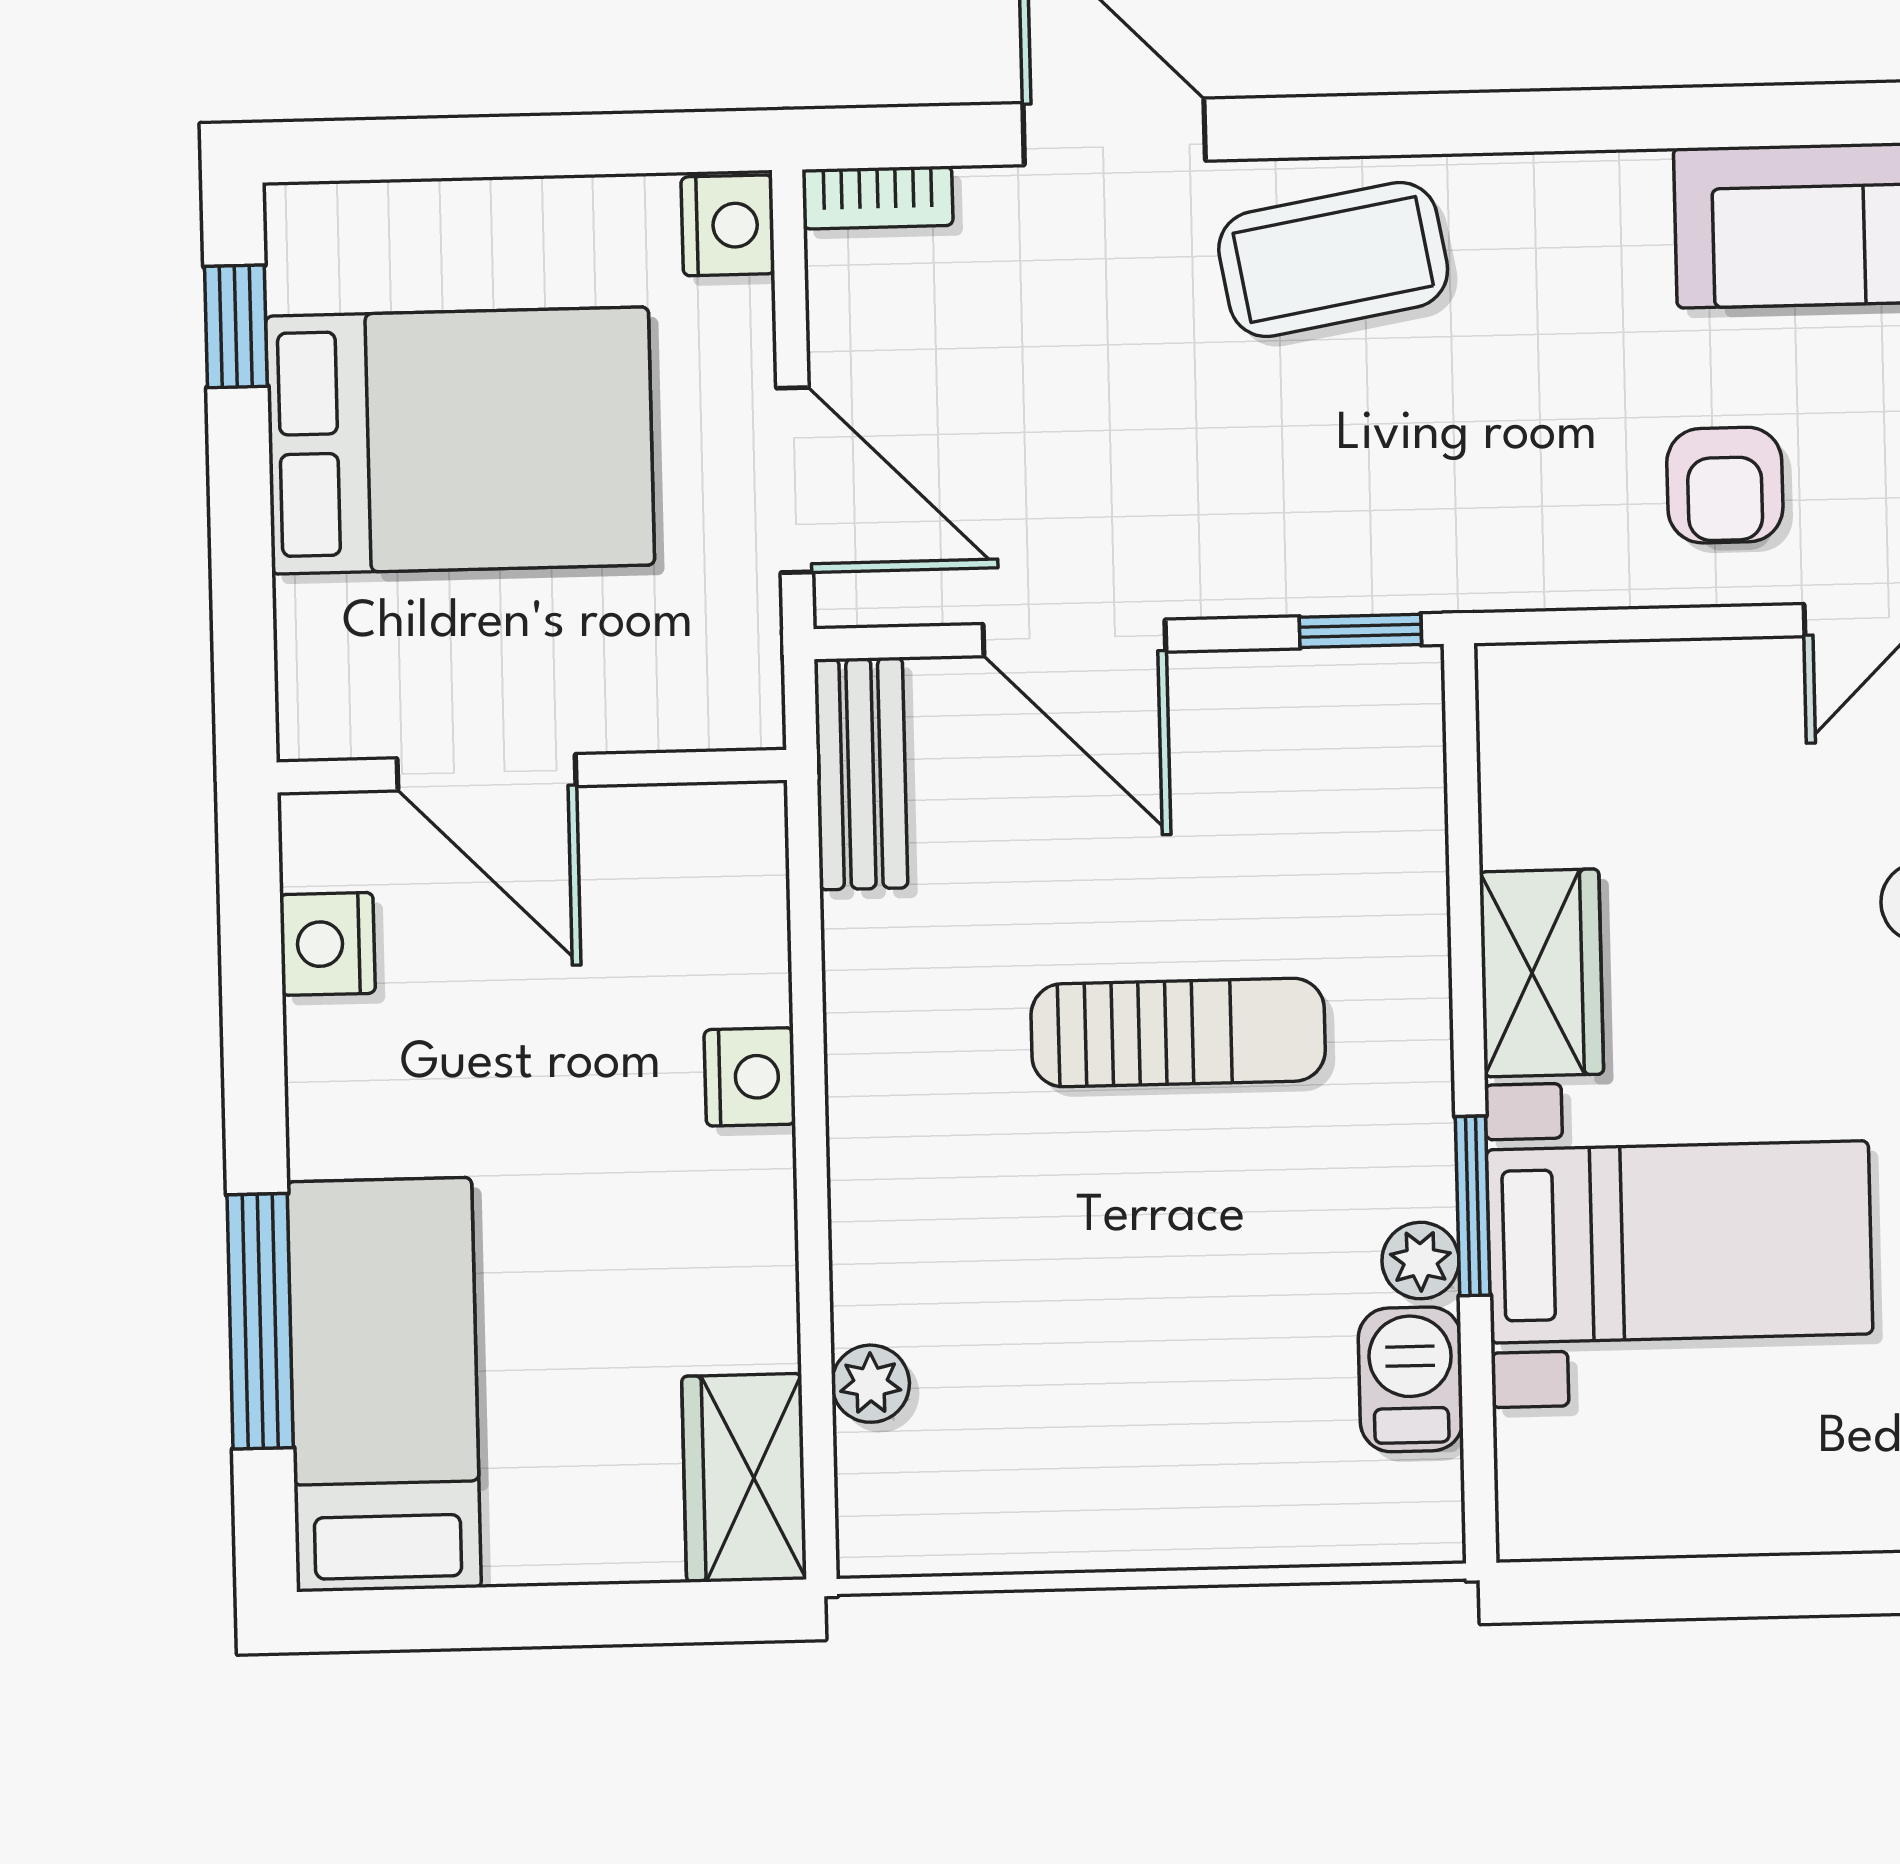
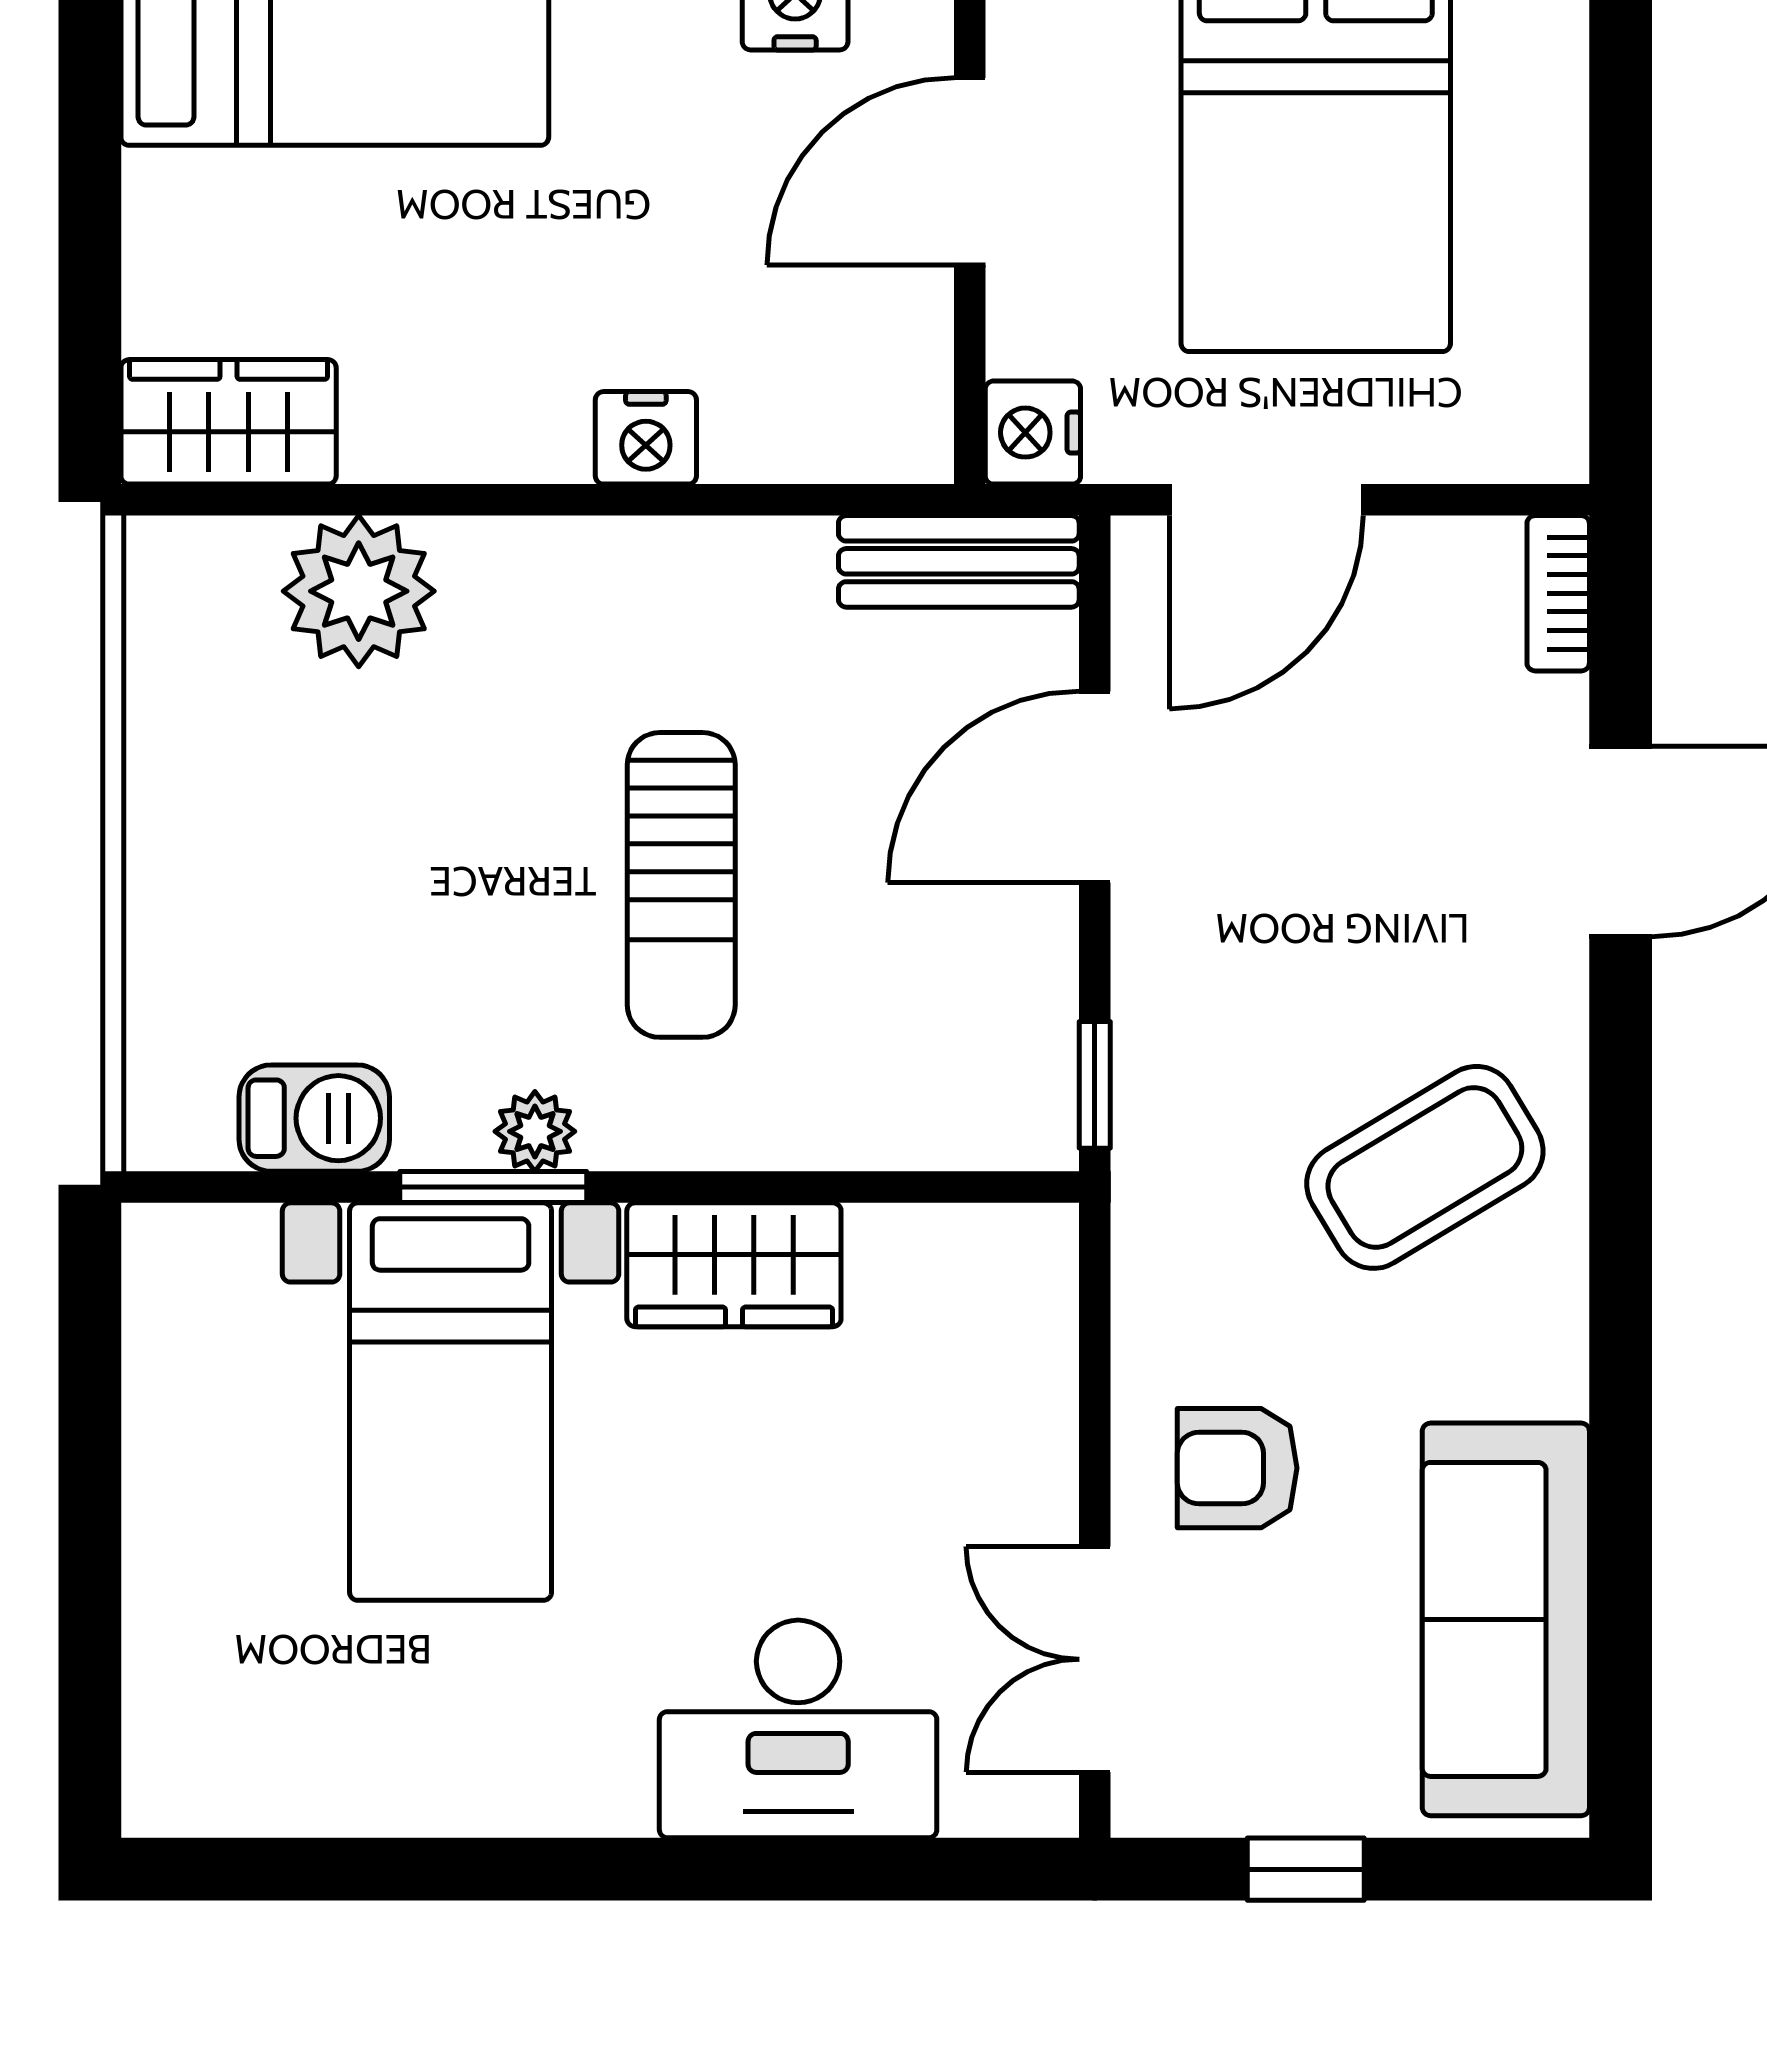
nightstand: (728, 225) -> (1033, 433), moved, turned 90
coffee table: (1333, 260) -> (1425, 1167), moved, turned 69
plant: (1420, 1261) -> (535, 1131), moved
plant: (871, 1384) -> (359, 591), width x1.88, depth x1.88

